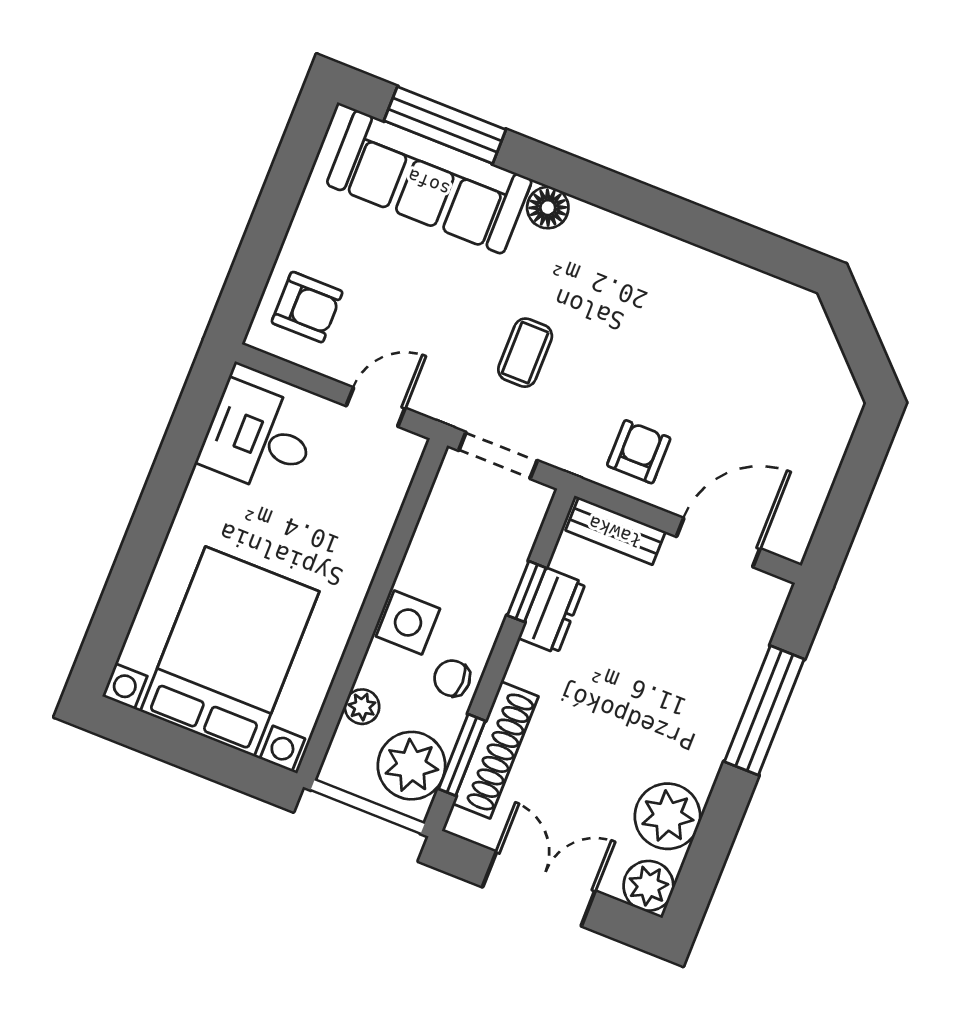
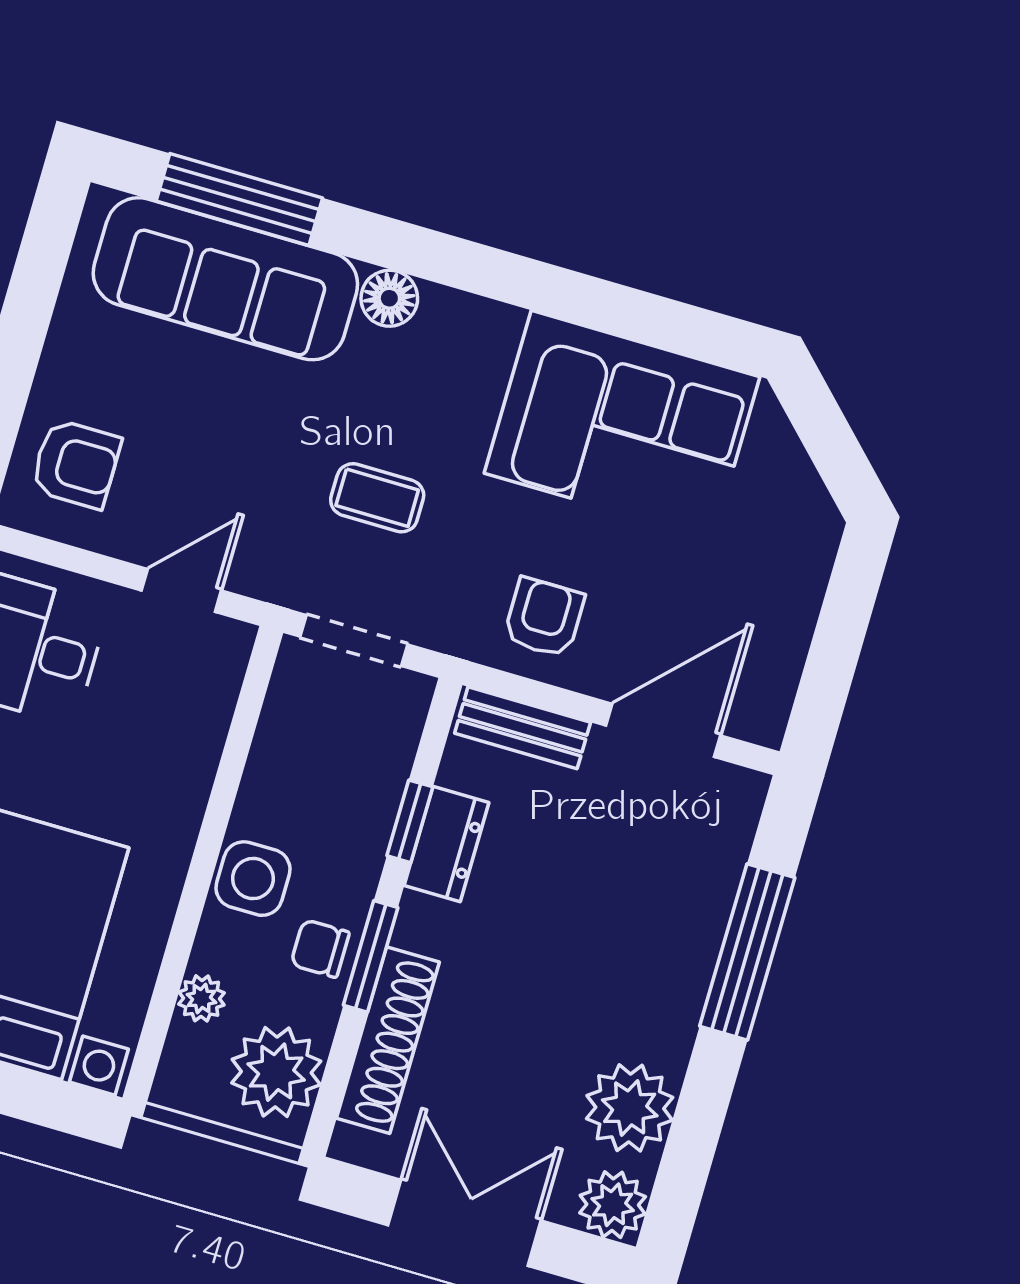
corner sofa: (709, 316) -> (622, 425), added
coffee table: (525, 353) -> (377, 498), turned 90
window: (462, 755) -> (371, 956), moved

